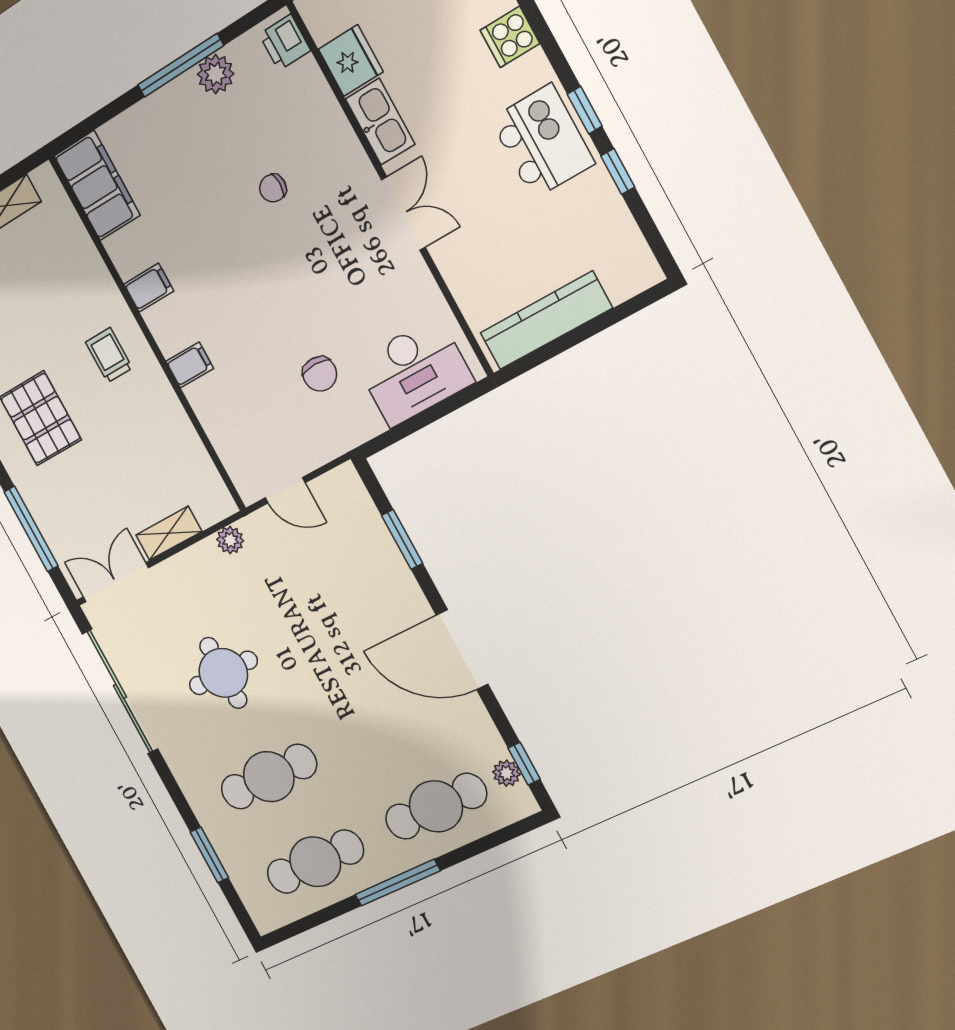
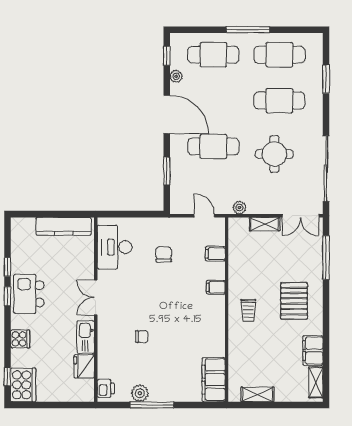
filing cabinet: (149, 288) -> (215, 254), moved
desk: (414, 372) -> (115, 247), moved, turned -90
cafe table: (341, 632) -> (213, 146), added
plant: (506, 773) -> (176, 76), moved

